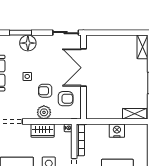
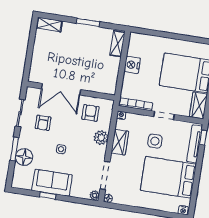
sliding door: (66, 33) -> (20, 113), moved
floor lamp: (28, 43) -> (24, 157), moved
armchair: (45, 91) -> (43, 123), moved

